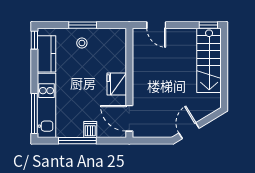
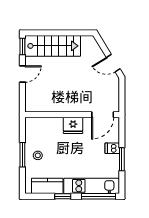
door: (156, 25) -> (22, 74), moved
window: (34, 40) -> (63, 196), moved
window: (77, 141) -> (122, 159), width x0.69

